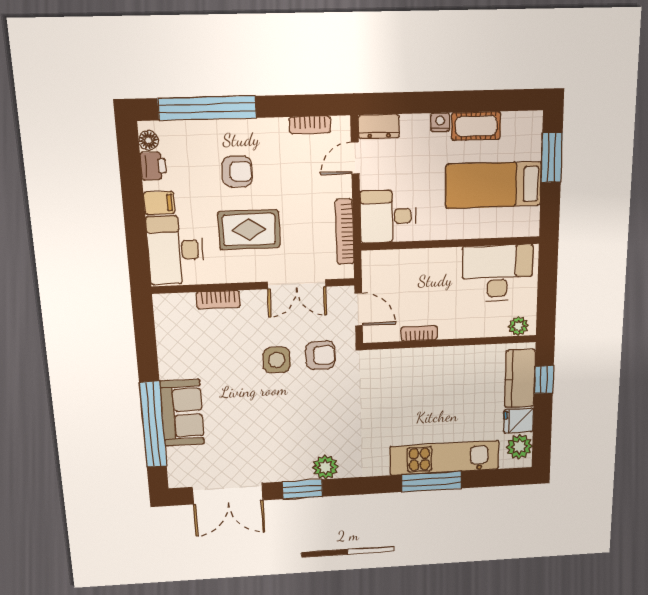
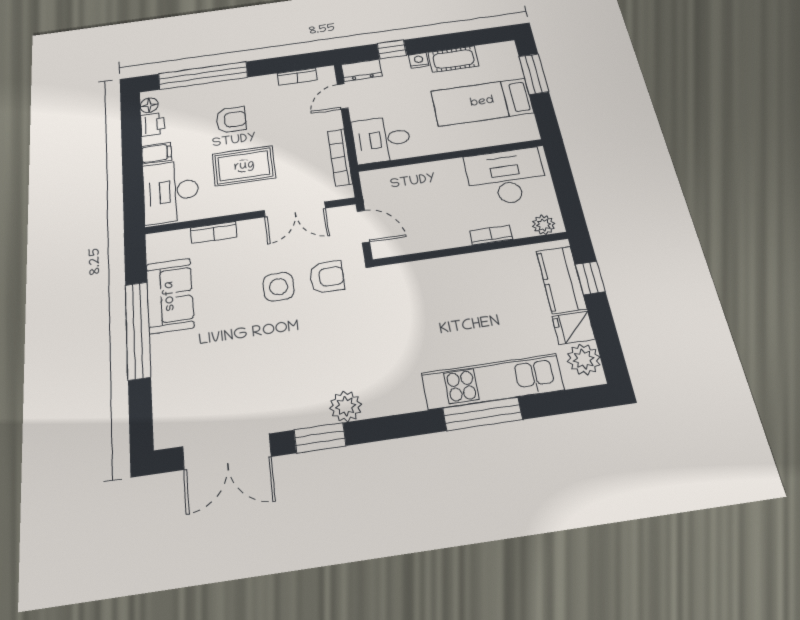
window: (414, 103) -> (392, 49), added
bookcase: (419, 333) -> (491, 235), moved
sofa: (182, 413) -> (170, 296), moved
window: (153, 425) -> (138, 330), moved

